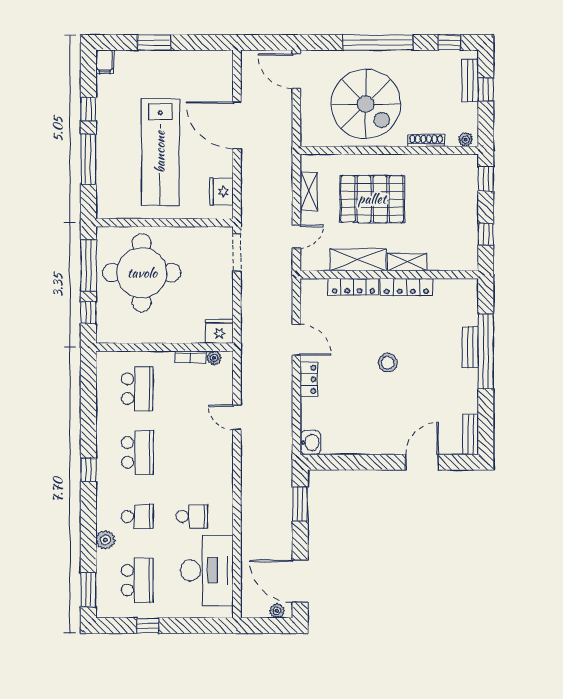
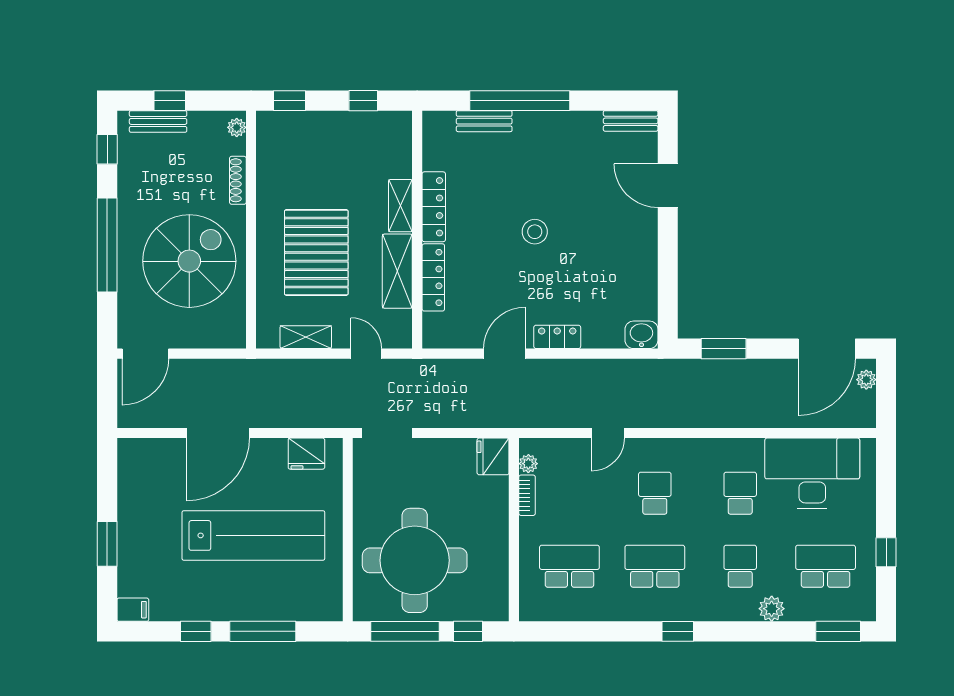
bench: (470, 347) -> (484, 121), moved
school desk: (192, 453) -> (655, 493), added

